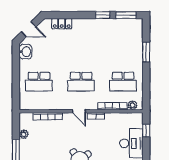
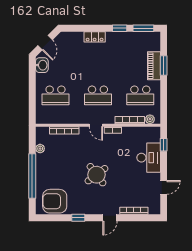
locker: (62, 24) -> (95, 37), moved
door: (29, 29) -> (45, 43), hinge flipped
piano: (137, 52) -> (154, 66), added

